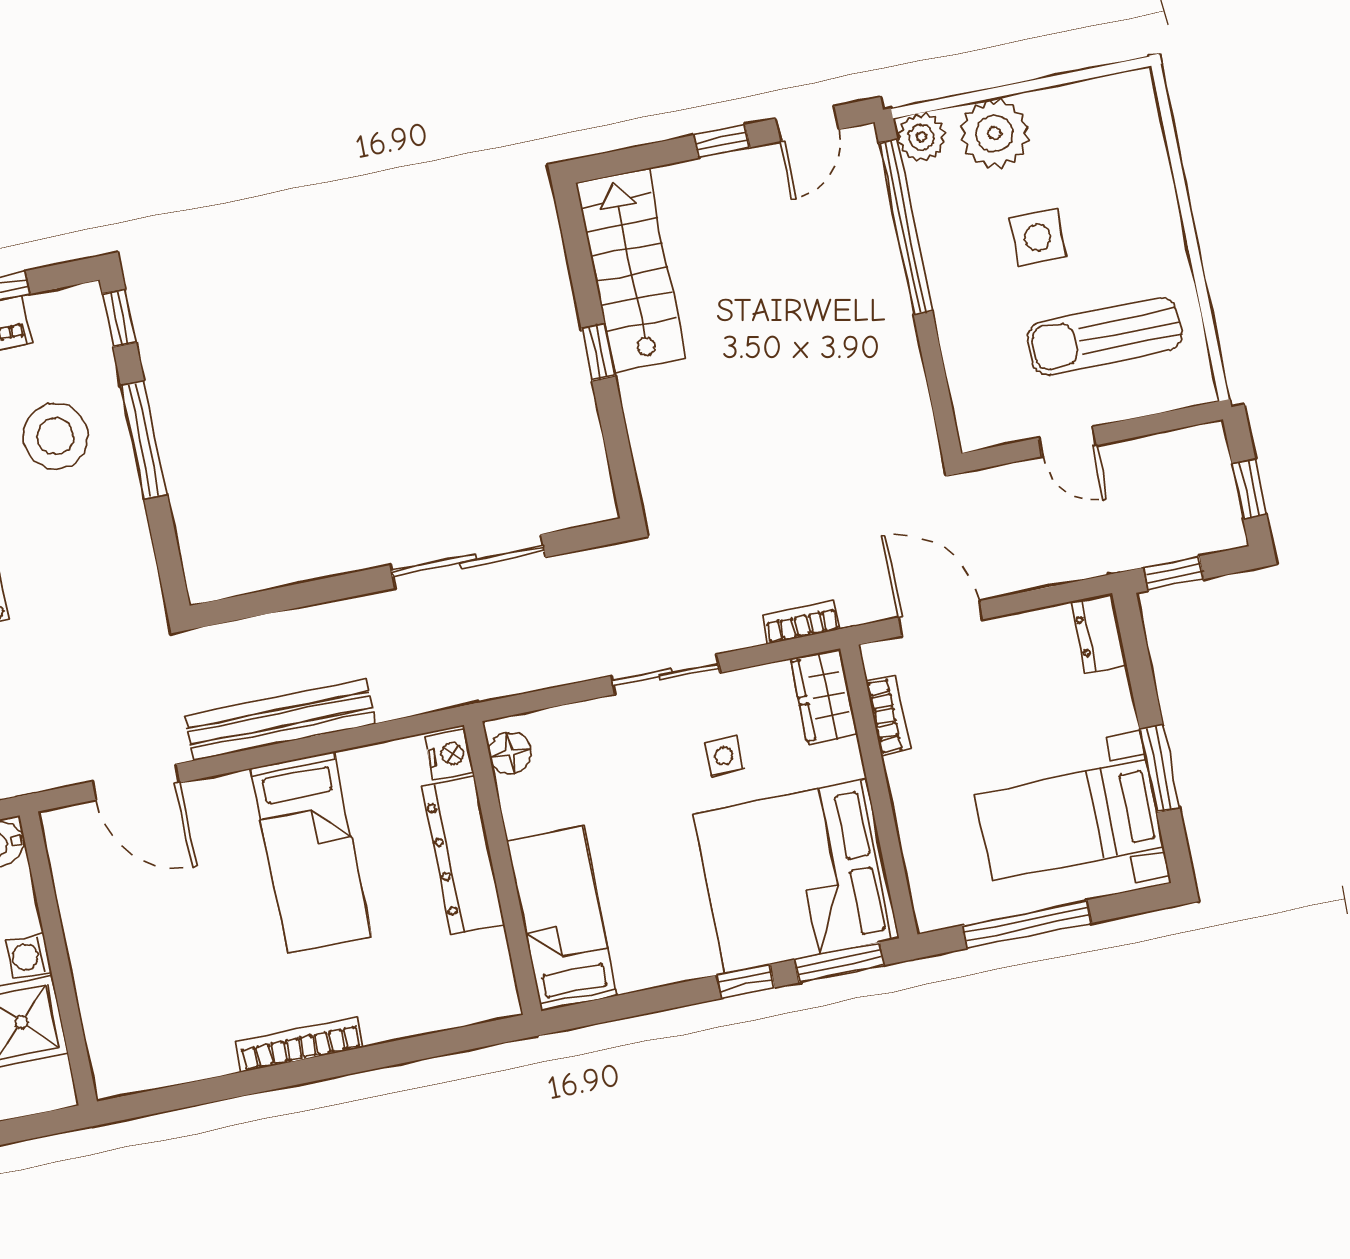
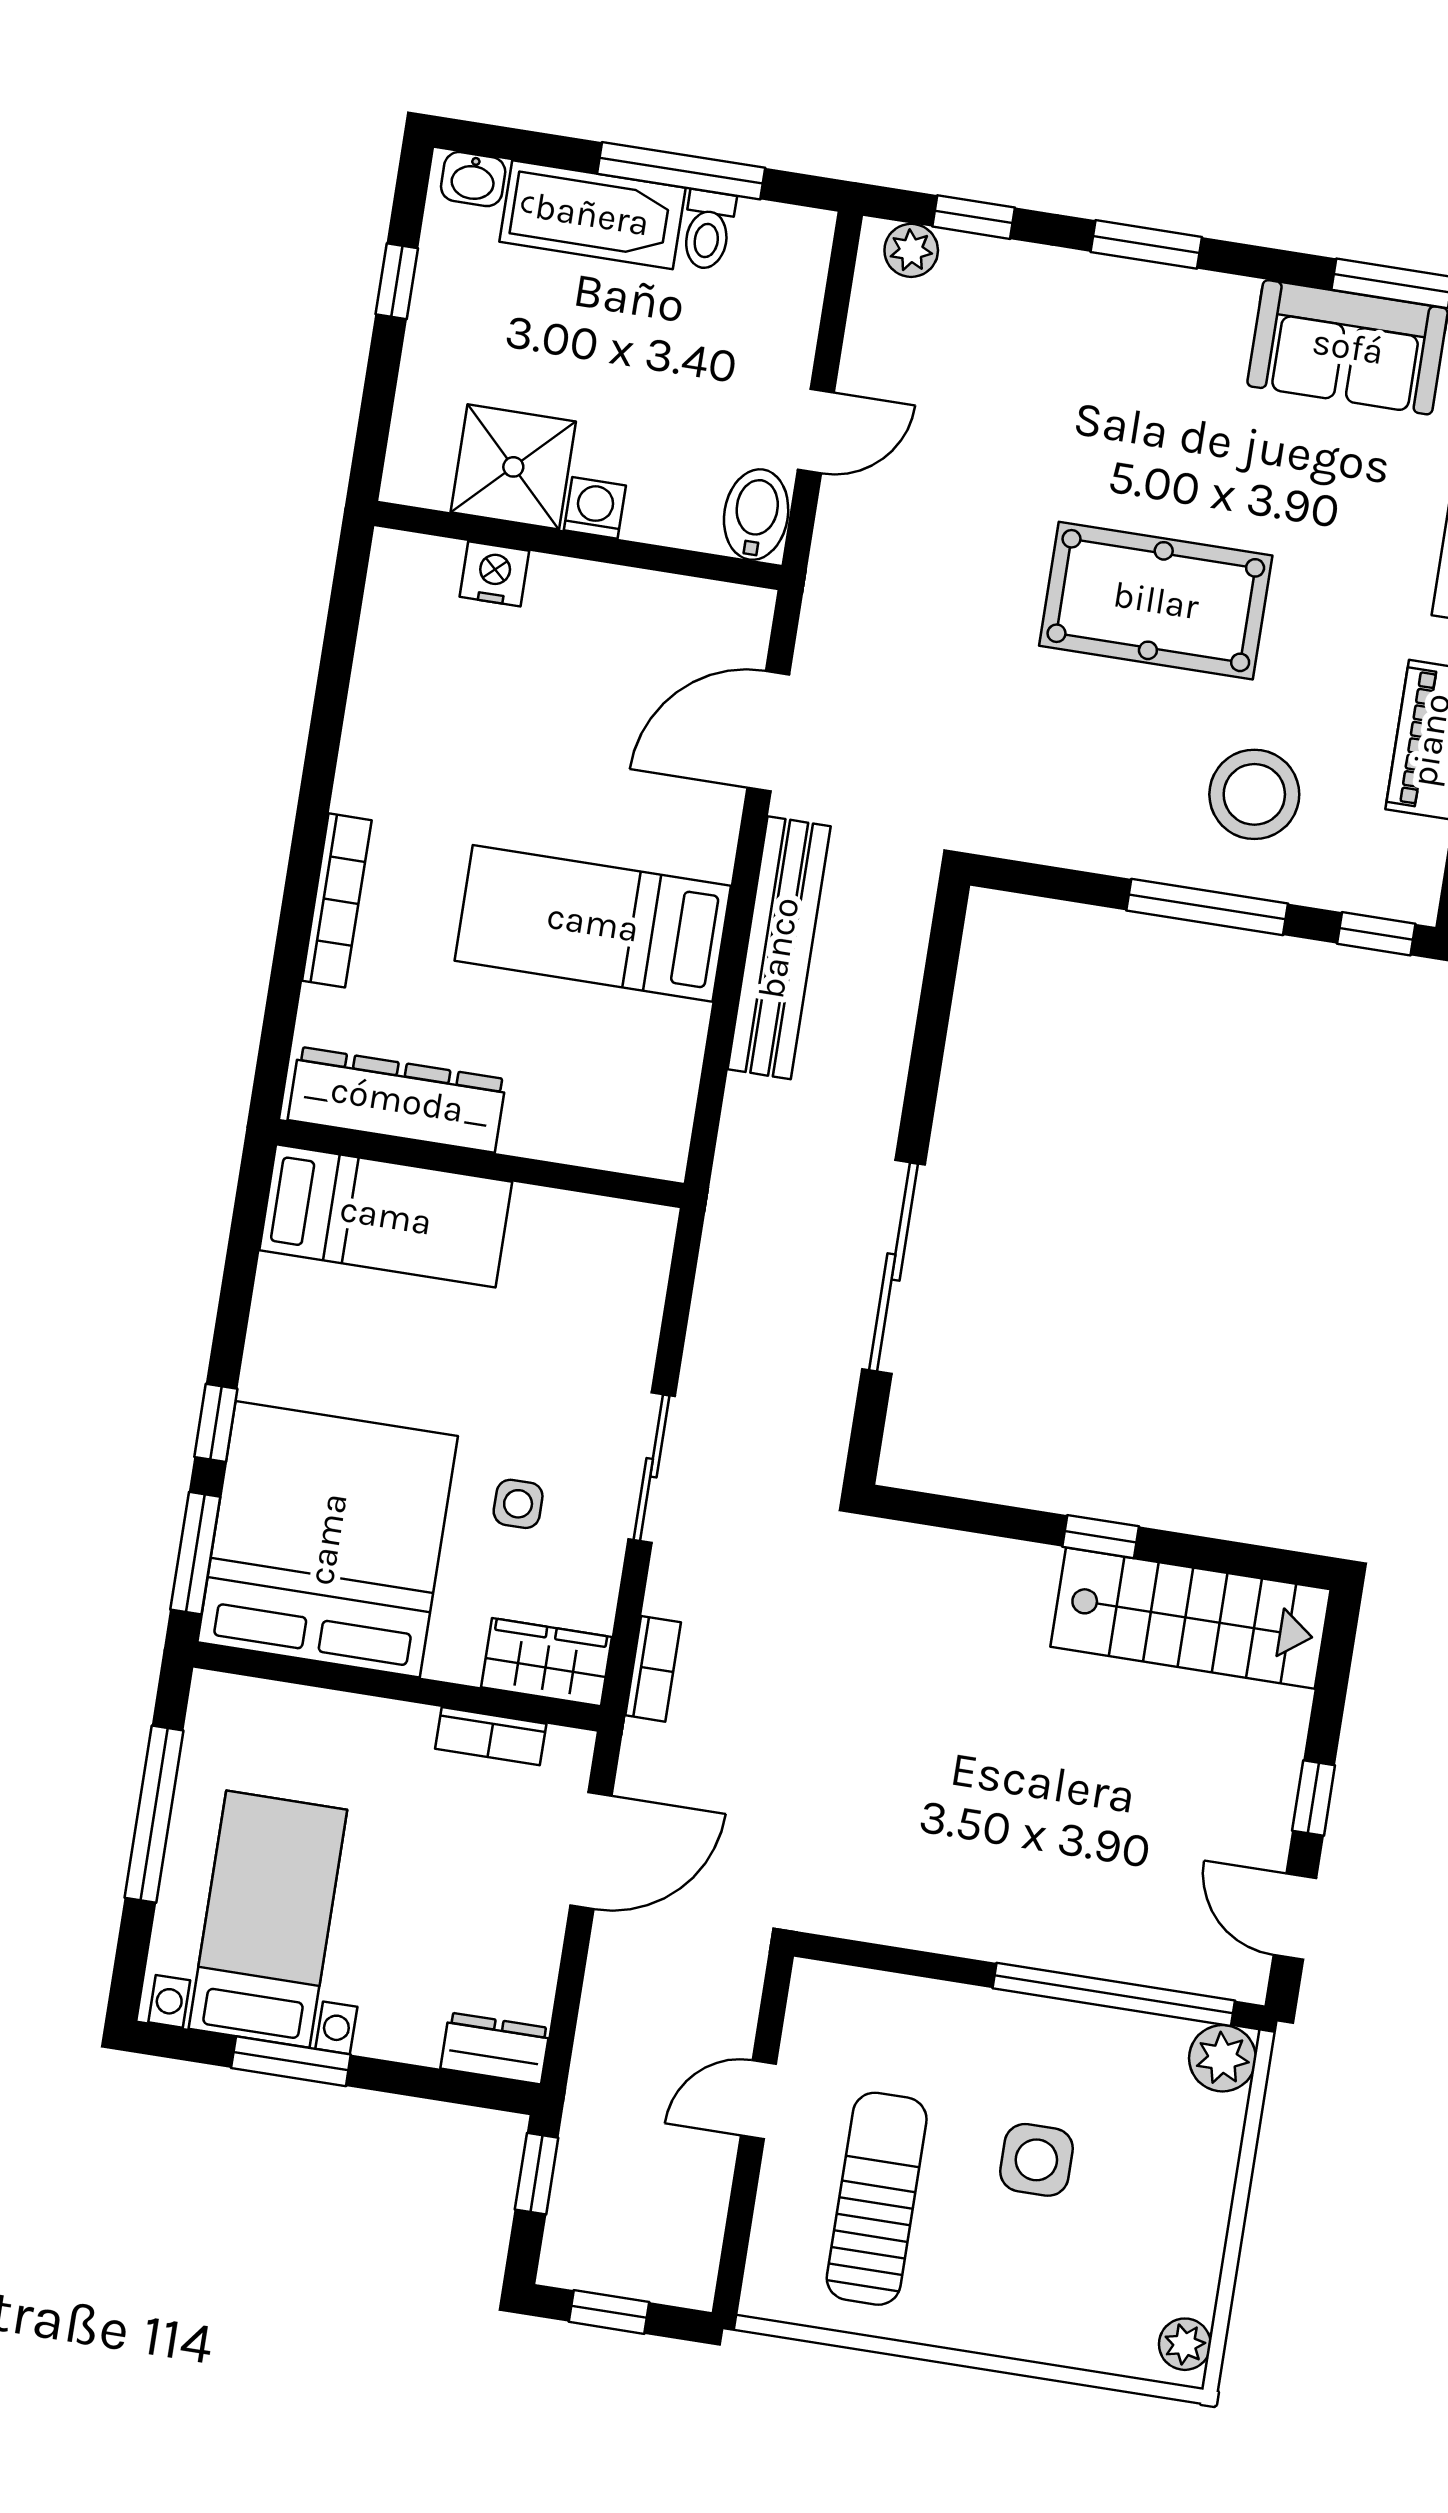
plant: (994, 133) -> (1185, 2344), moved, width x0.53, depth x0.53
floor lamp: (510, 753) -> (625, 1229), removed
nightstand: (449, 754) -> (494, 574), moved, turned 180
dresser: (463, 855) -> (397, 1100), moved
bookcase: (300, 1044) -> (337, 900), moved

